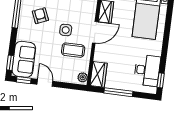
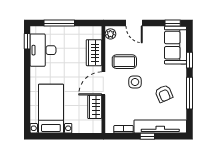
window: (10, 63) -> (190, 60), moved
wardrobe: (99, 74) -> (94, 53), moved
door: (45, 83) -> (134, 23), moved
window: (118, 92) -> (59, 23), moved

